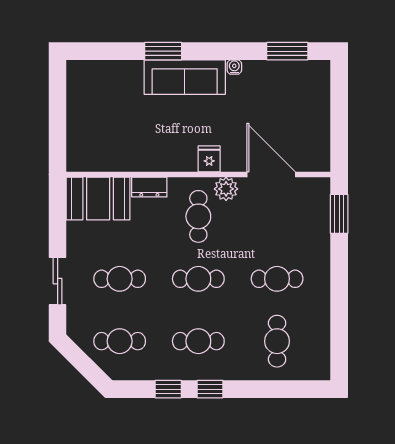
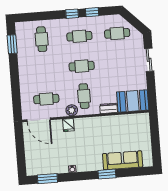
sofa: (185, 77) -> (123, 160), moved
fridge: (209, 159) -> (68, 125), moved
door: (271, 175) -> (39, 120), moved
window: (339, 214) -> (12, 44), moved
cafe table: (120, 279) -> (119, 63), removed
cafe table: (277, 279) -> (46, 99), moved

